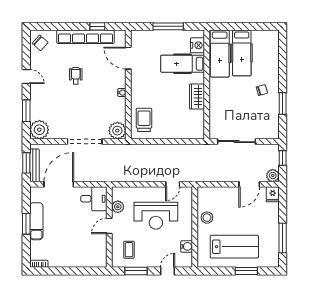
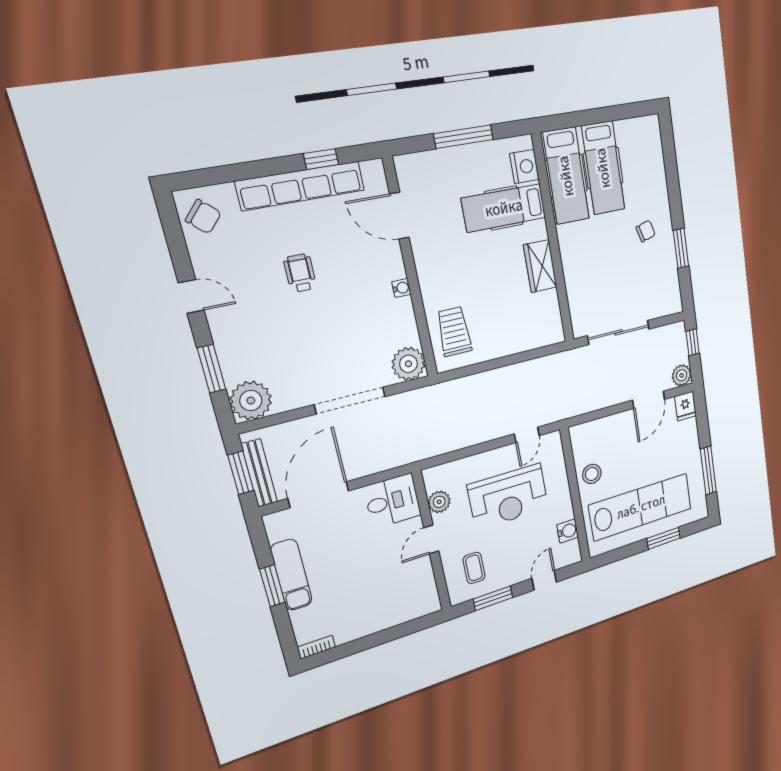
lab bench: (234, 247) -> (641, 507), width x1.36

